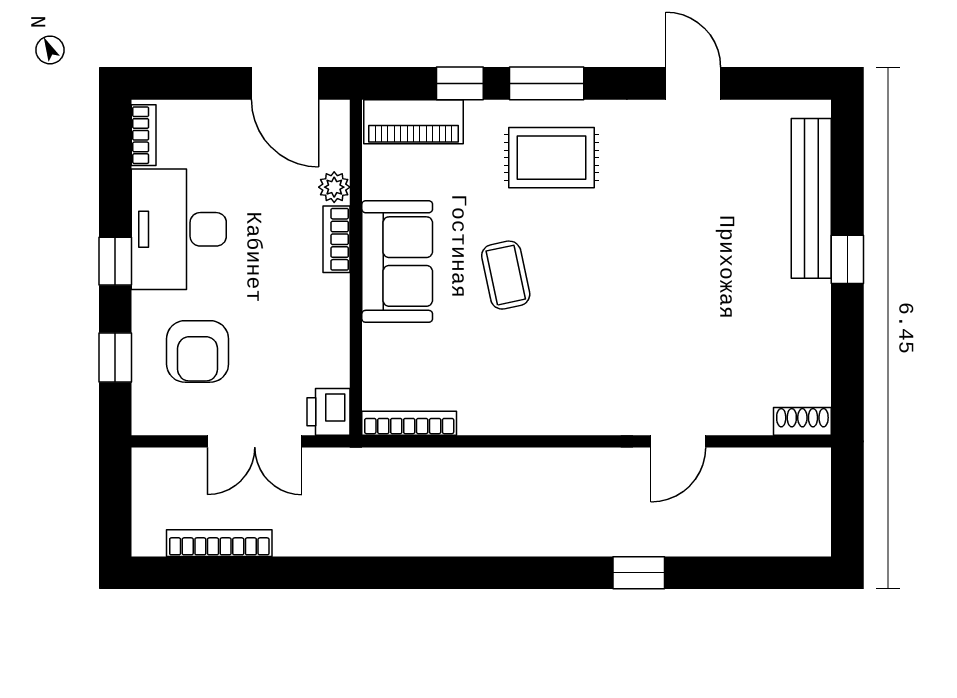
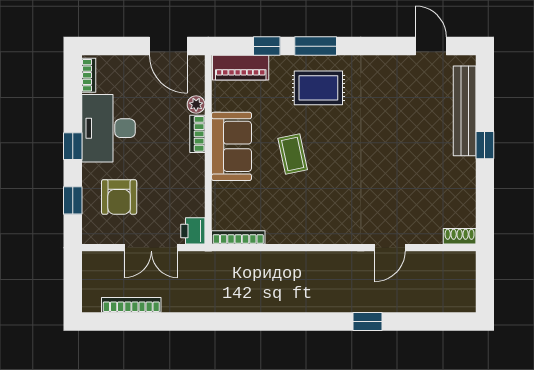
door: (693, 83) -> (431, 46), moved

